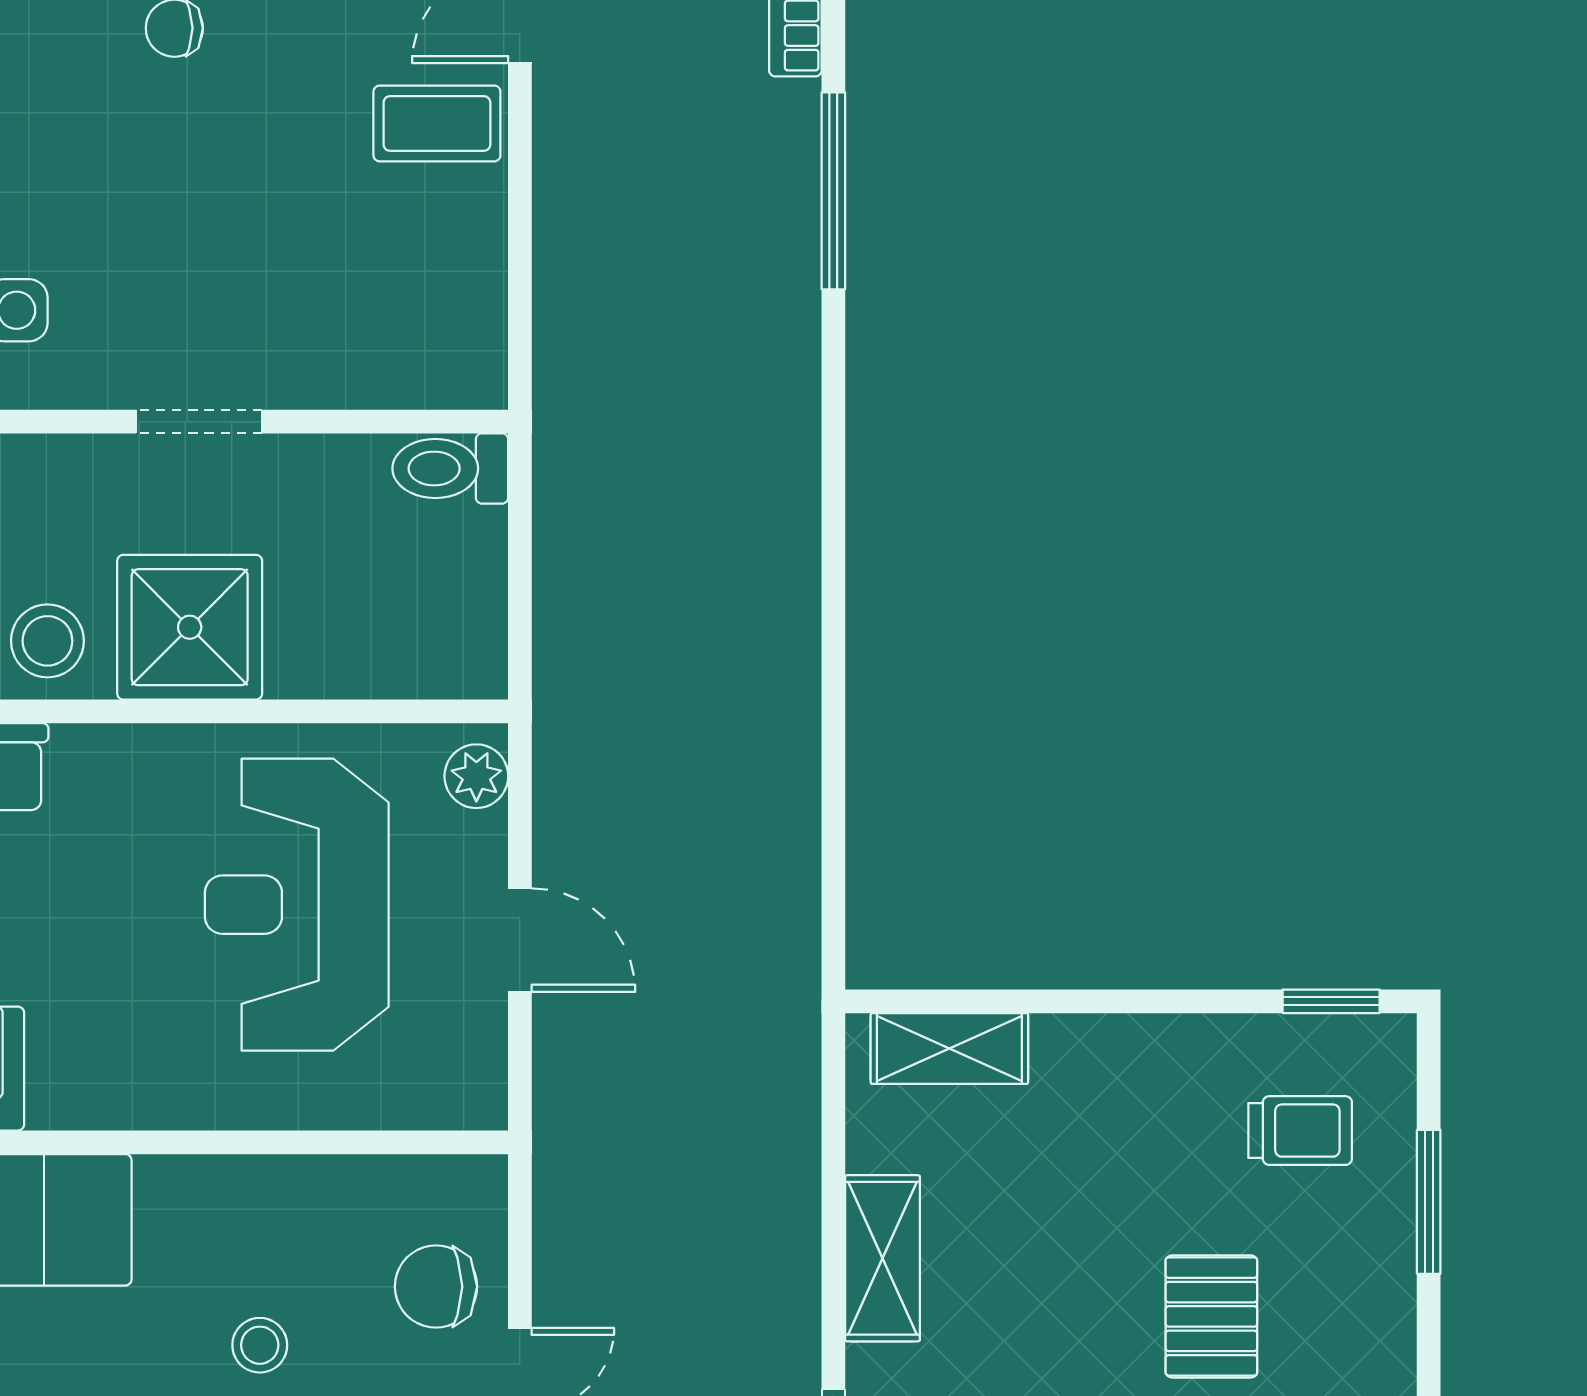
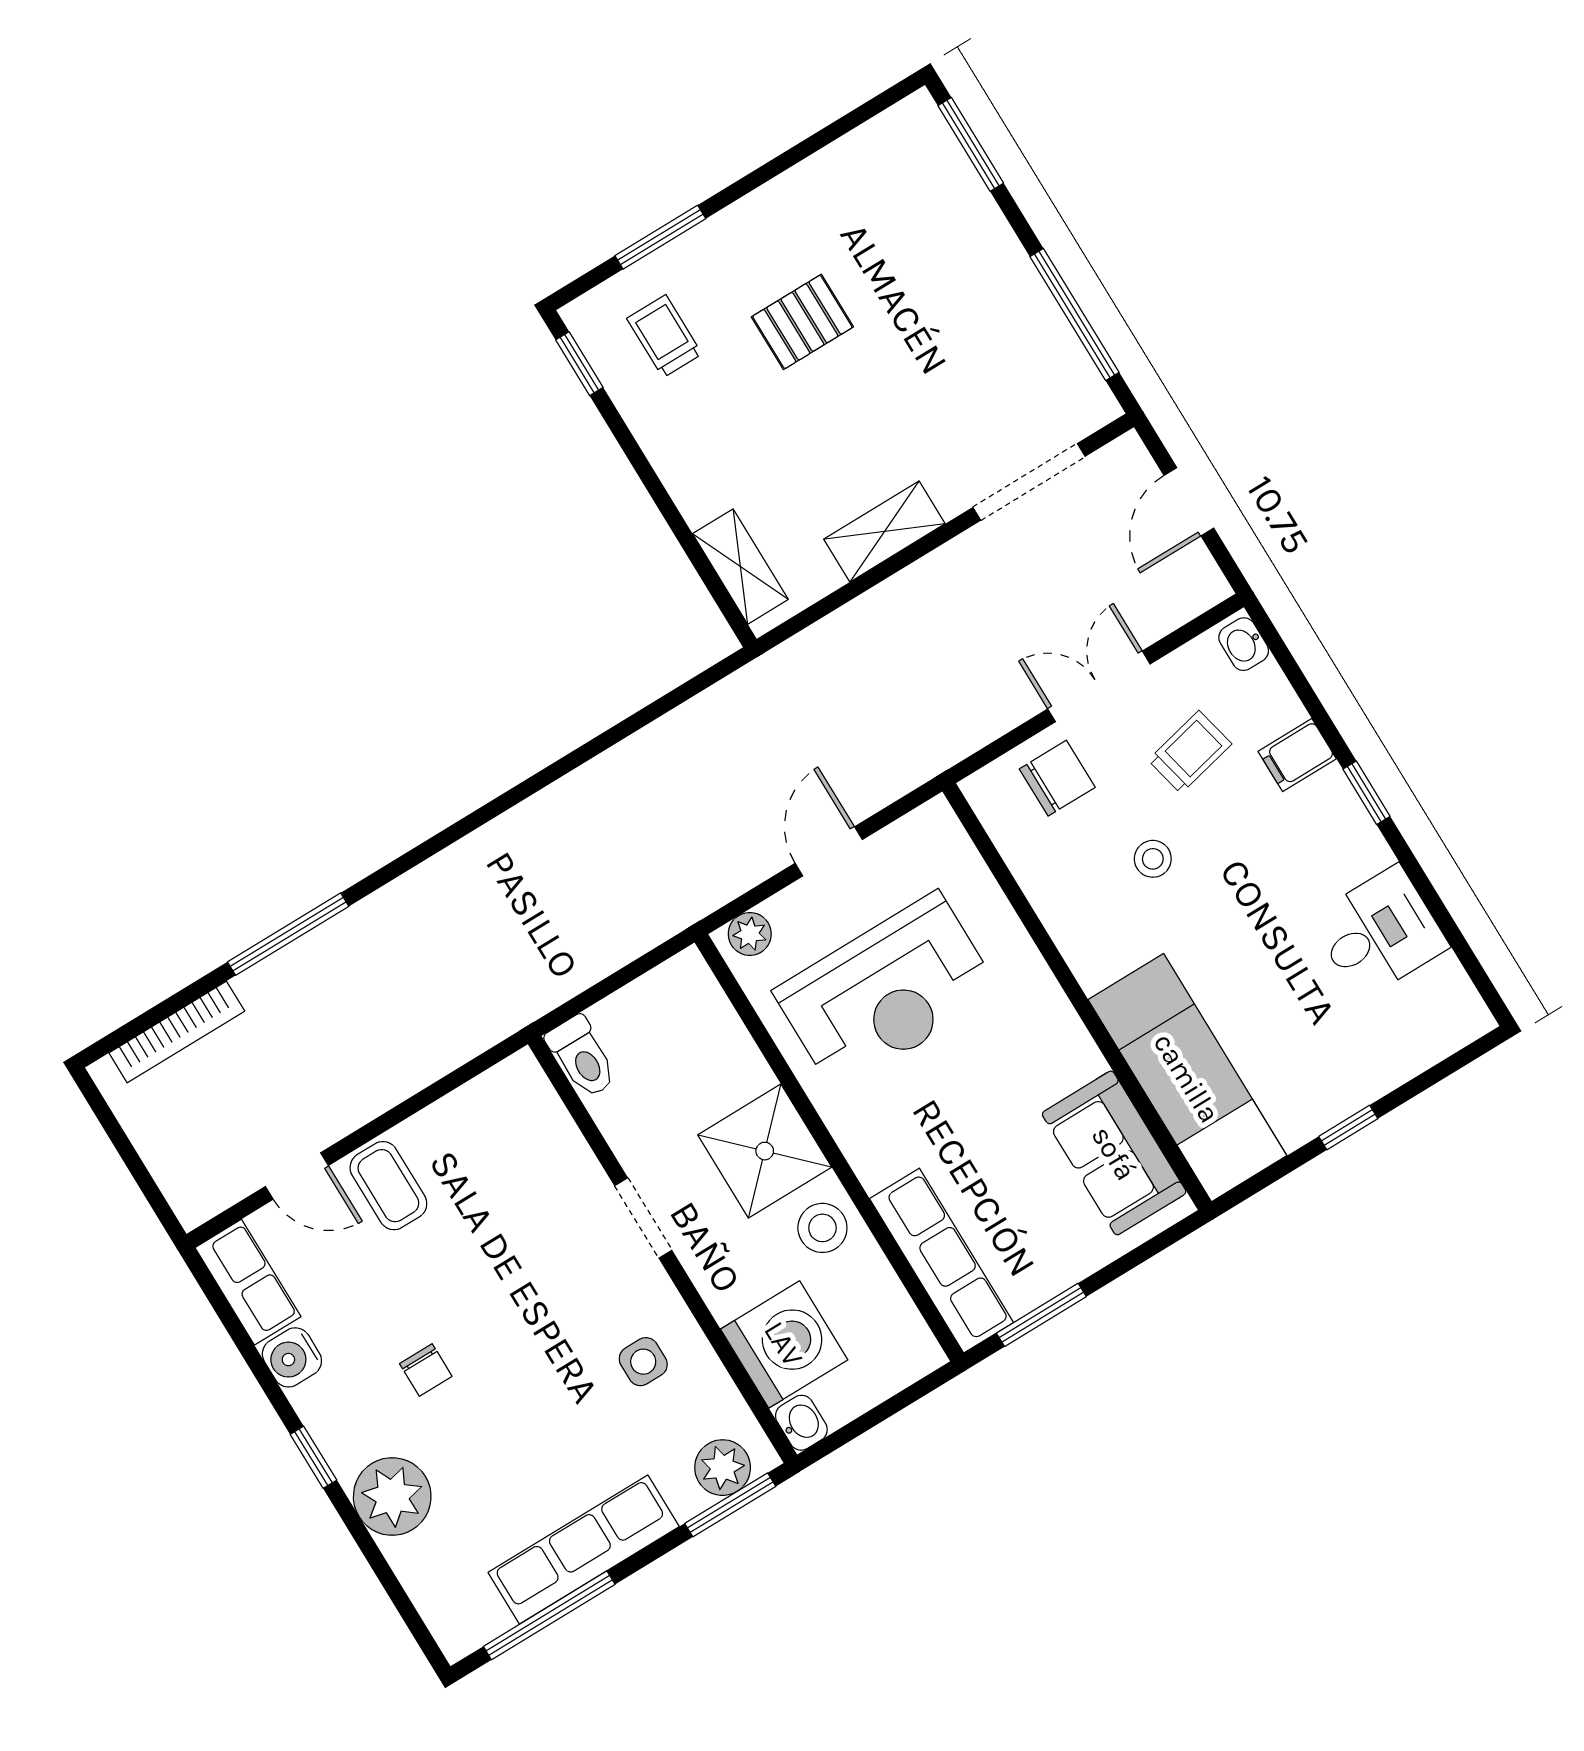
chair: (436, 1287) -> (1057, 778), turned -90

